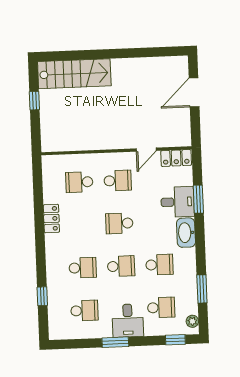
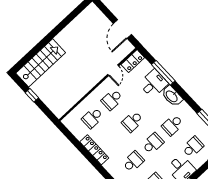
door: (194, 92) -> (122, 29), moved
school desk: (118, 181) -> (112, 100), turned 180
window: (198, 199) -> (163, 73), width x1.44
locker: (51, 218) -> (94, 150), width x1.53
school desk: (159, 265) -> (172, 125), turned 180

